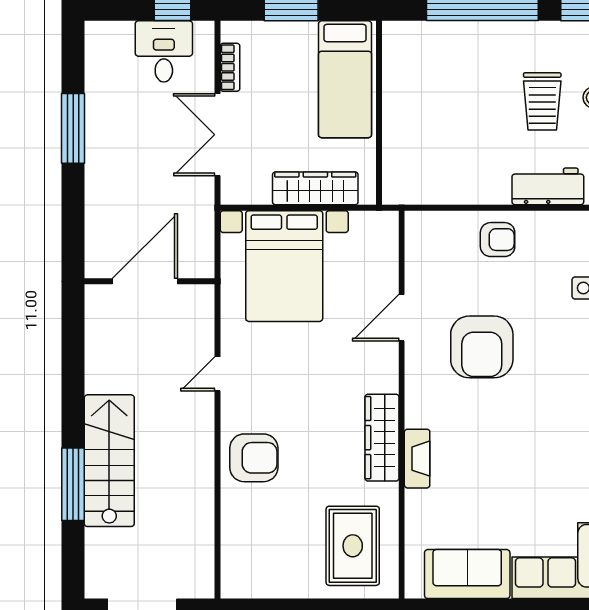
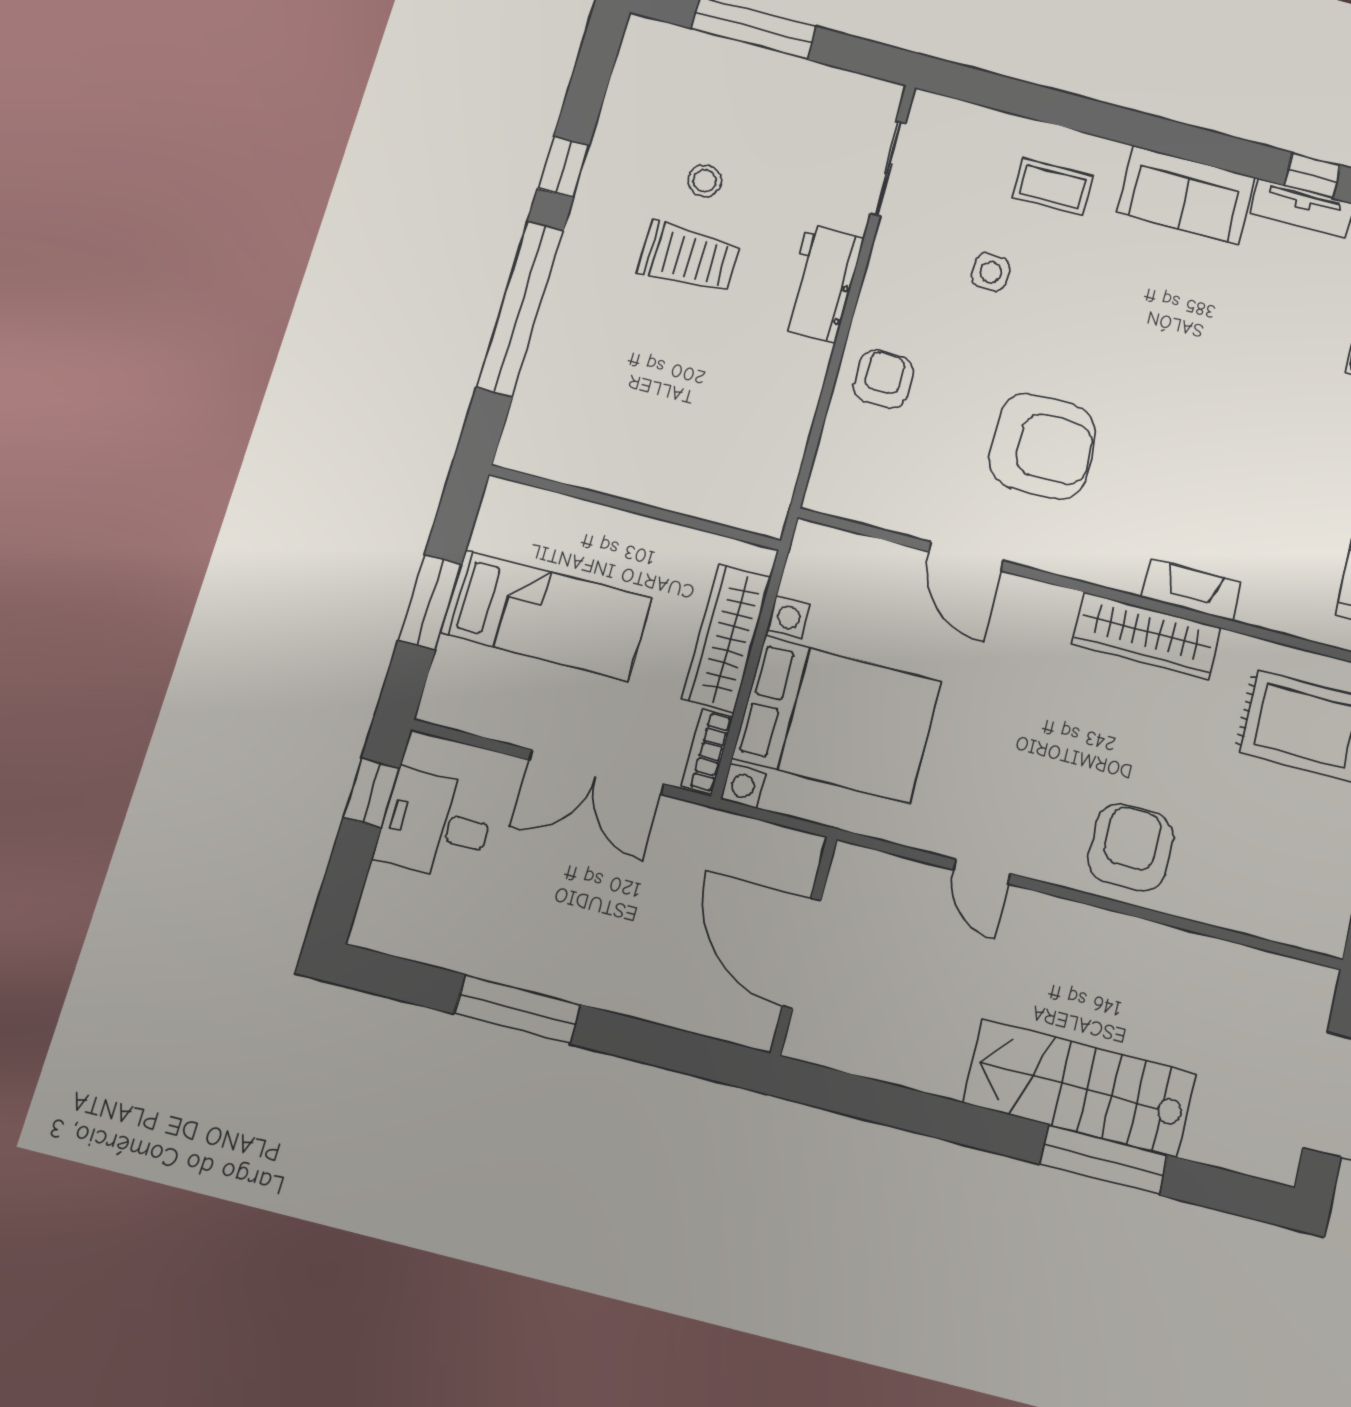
bookcase: (230, 67) -> (707, 751), moved, turned -90
bed: (345, 79) -> (546, 615), moved

